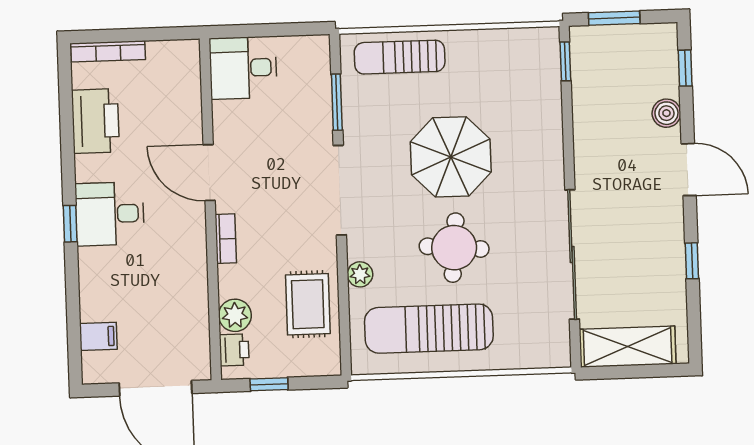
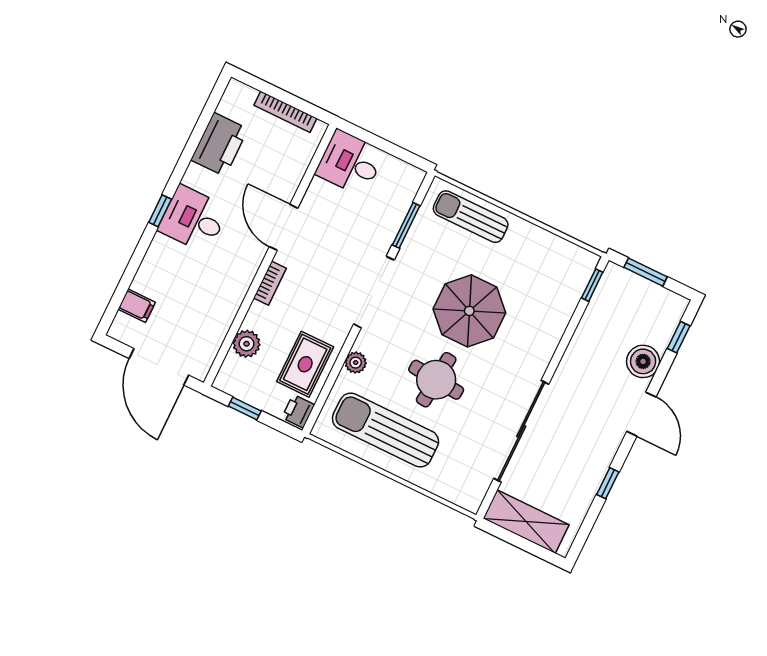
bookcase: (108, 51) -> (285, 112), moved
boiler: (666, 113) -> (643, 361), width x1.36, depth x1.36
printer: (234, 350) -> (298, 411), moved, turned 180

